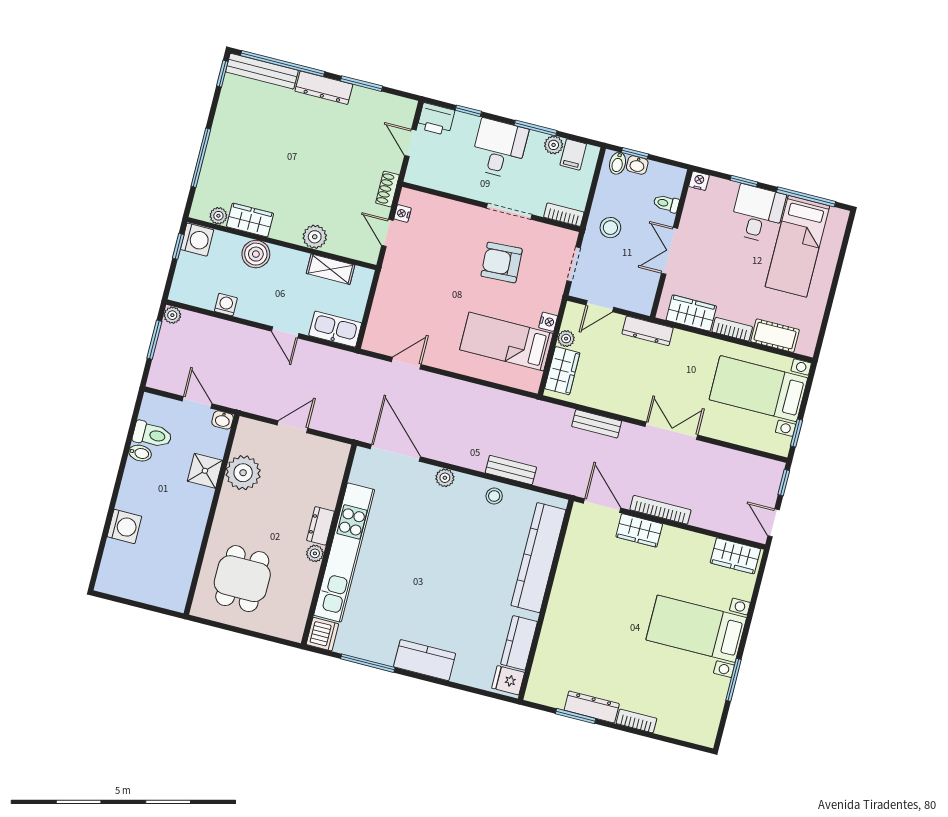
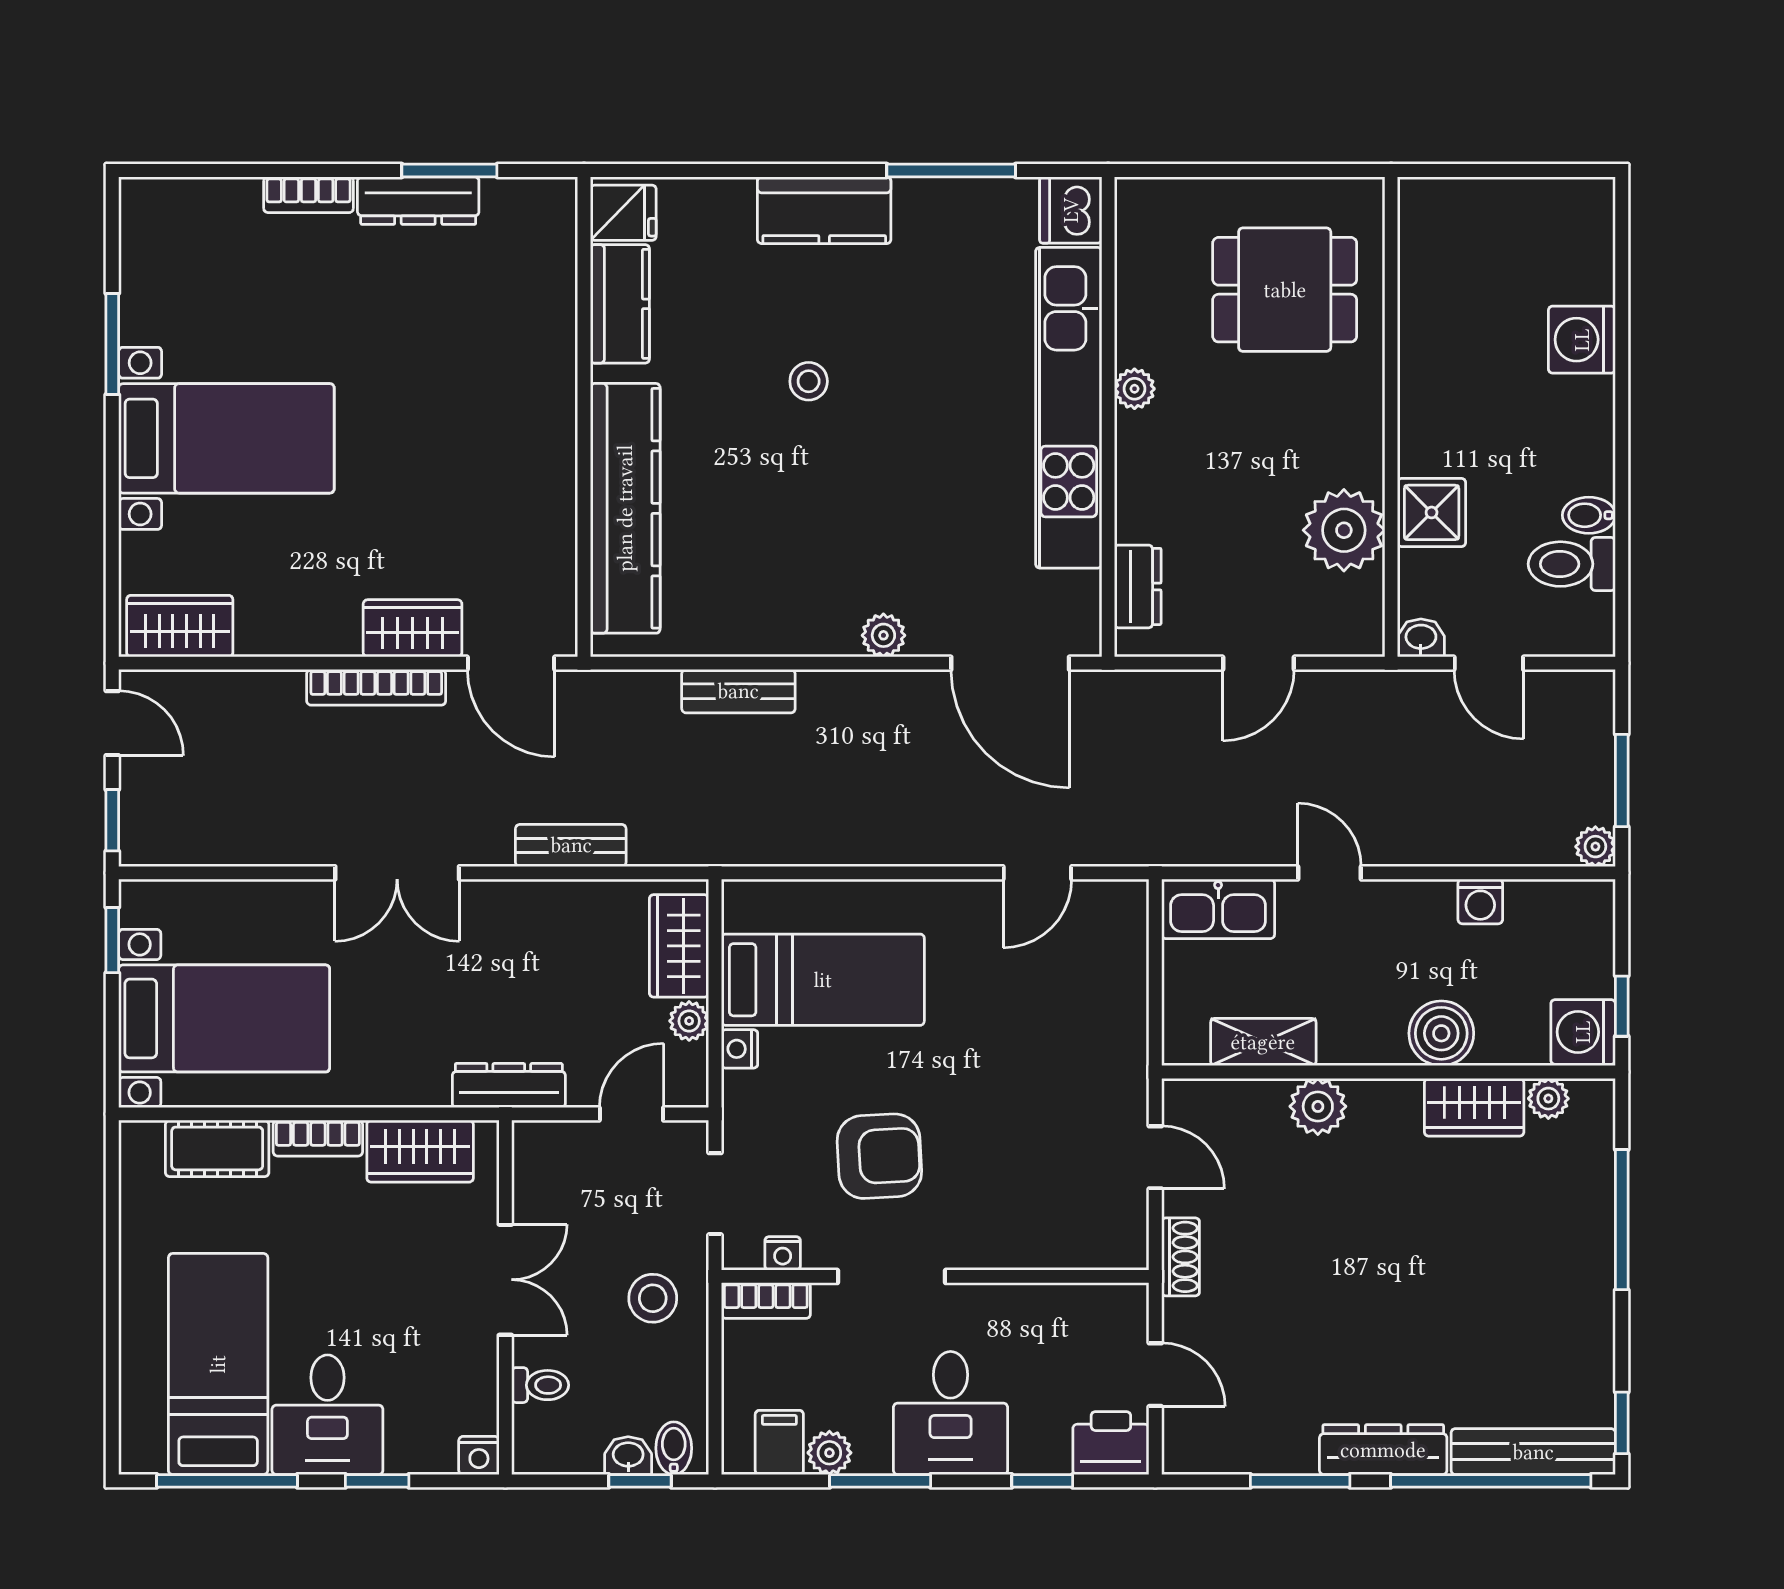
nightstand: (403, 213) -> (783, 1253), moved, turned 90
stool: (494, 496) -> (809, 381), moved
dresser: (320, 526) -> (1138, 586), moved
dining table: (242, 579) -> (1285, 290), turned 90

